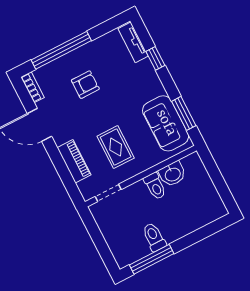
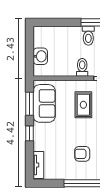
window: (155, 58) -> (30, 133), moved
washbasin: (172, 174) -> (40, 56), moved, turned 90
toilet: (155, 186) -> (82, 67), moved

